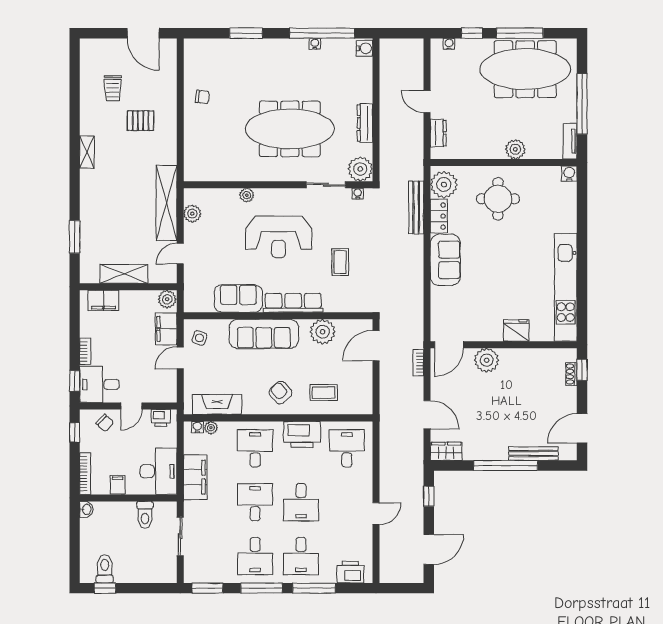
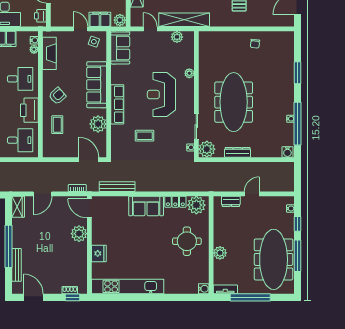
bench: (416, 207) -> (117, 187), moved
sofa: (238, 298) -> (120, 48), moved

